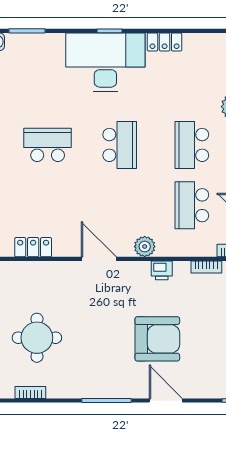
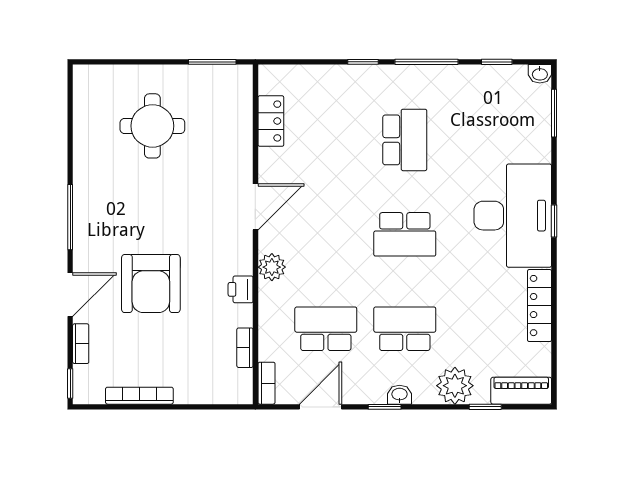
locker: (165, 42) -> (540, 306), width x1.53
bookcase: (30, 392) -> (81, 344), moved

